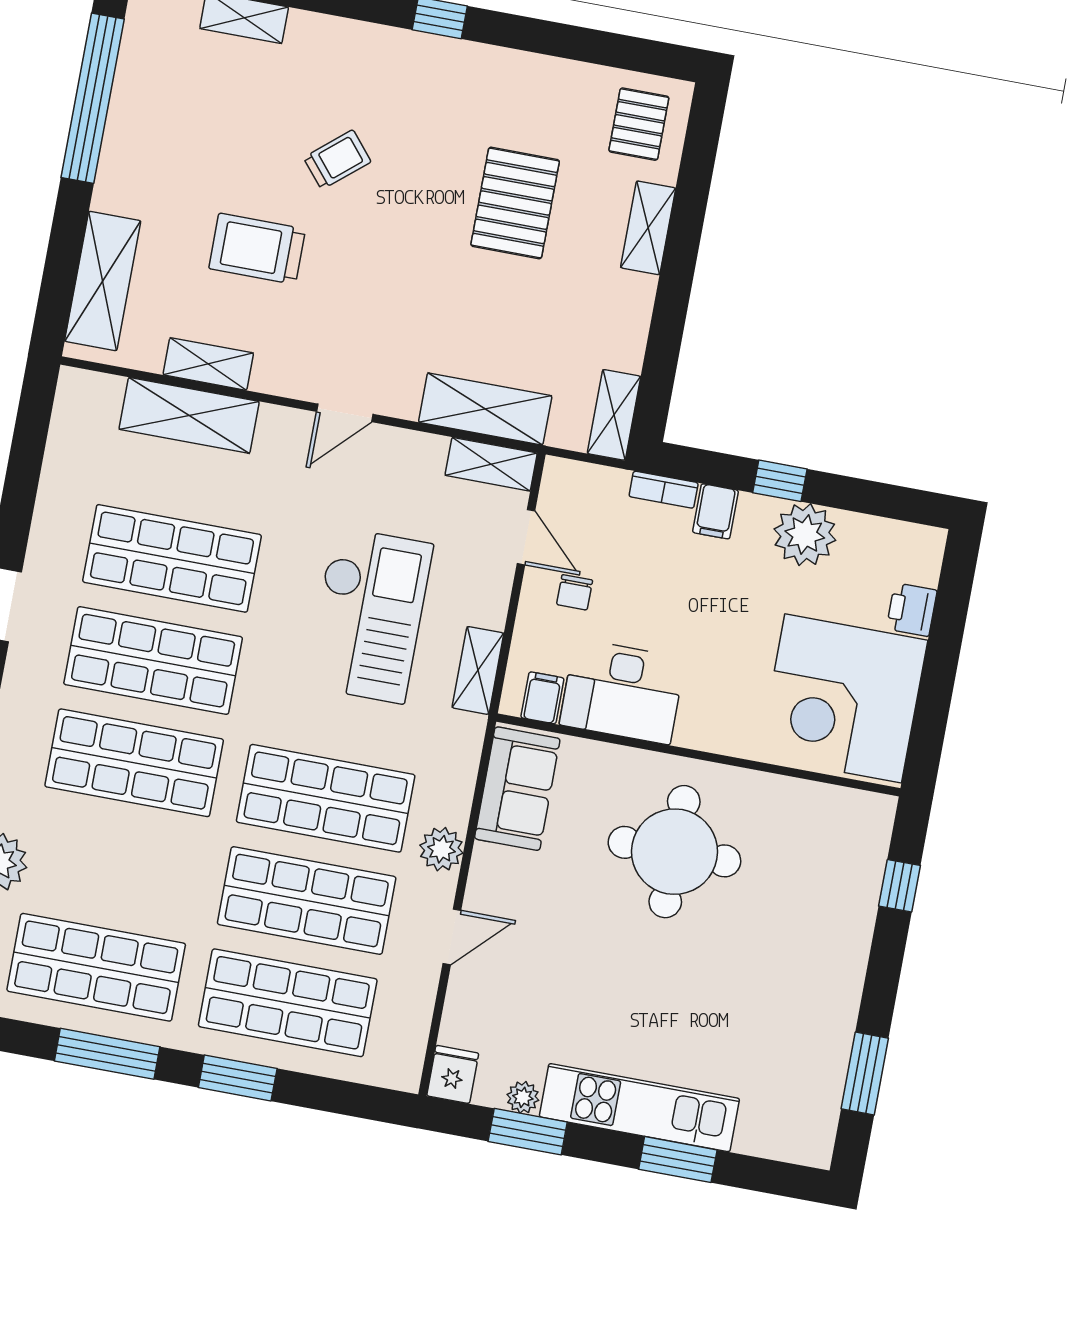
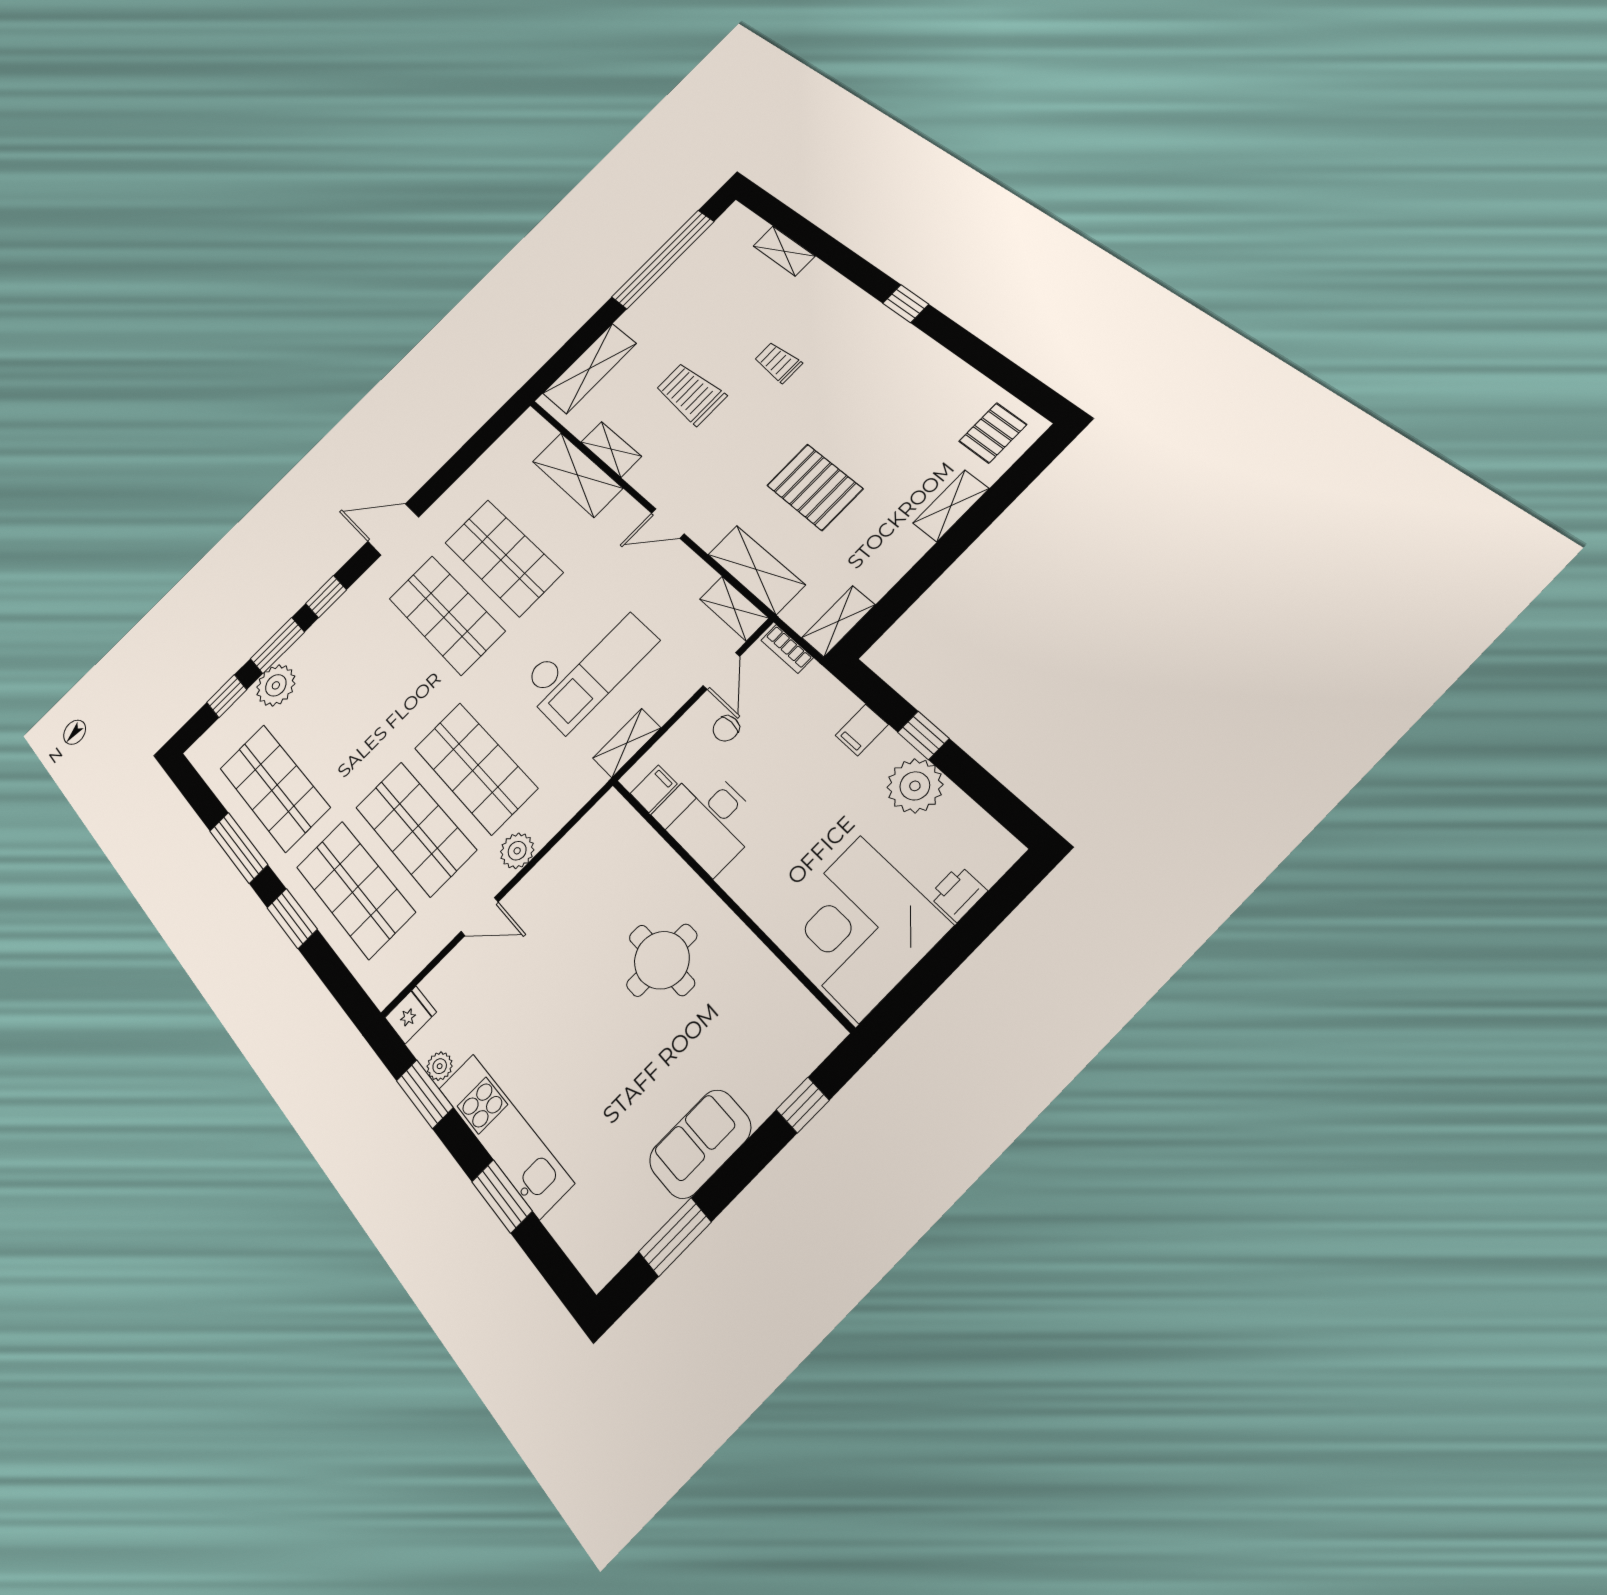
trolley: (337, 160) -> (778, 362), turned -140
pallet: (515, 203) -> (815, 487), moved, turned 90
bookcase: (664, 490) -> (787, 649), moved
shop shelf: (134, 763) -> (389, 672), removed
sofa: (517, 789) -> (700, 1144), moved, turned 180
round table: (674, 852) -> (662, 960), width x0.73, depth x0.73

